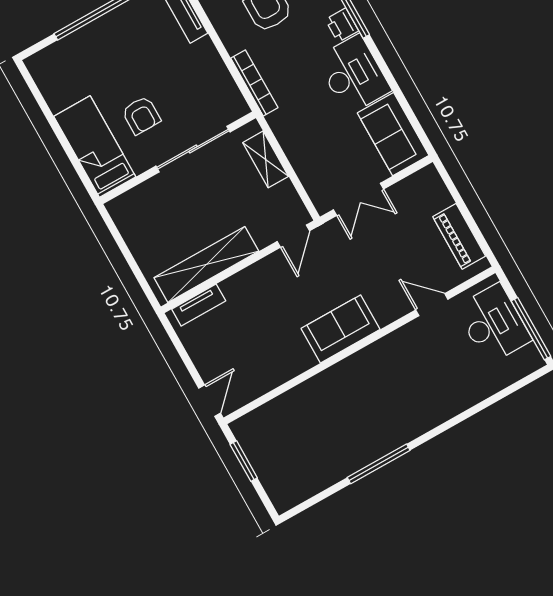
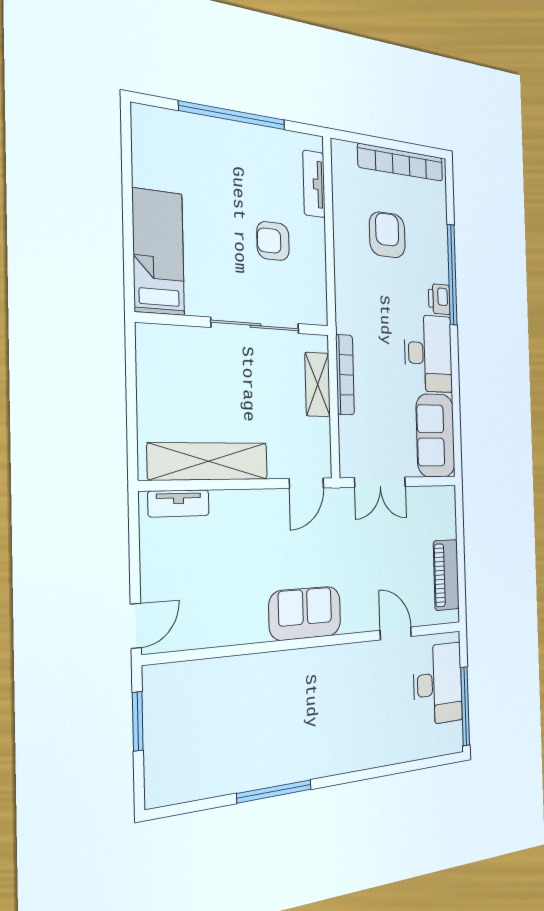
bookcase: (254, 83) -> (345, 375), moved
armchair: (141, 115) -> (273, 241), moved, turned 90

